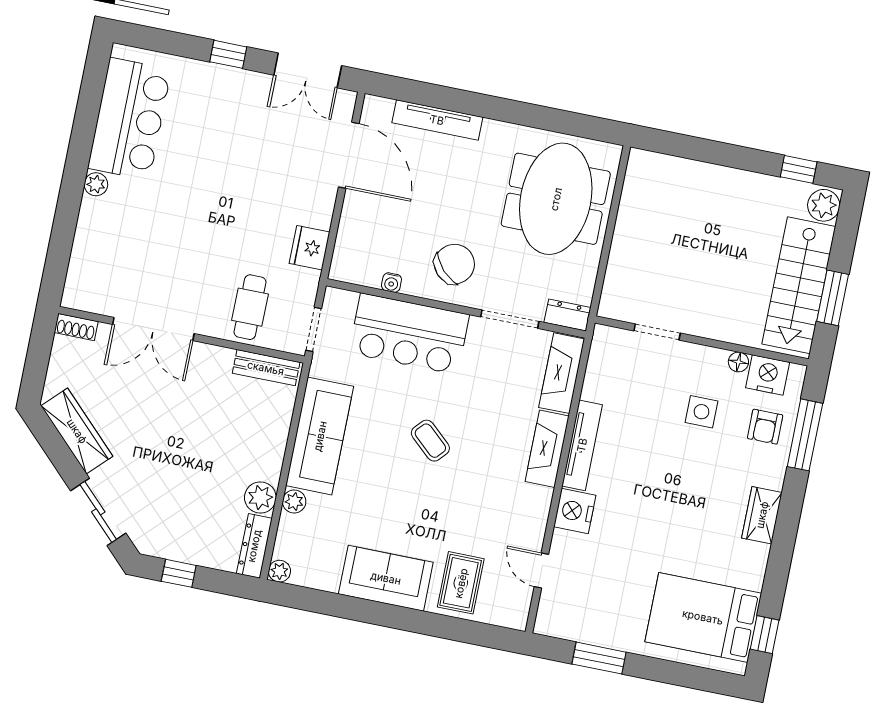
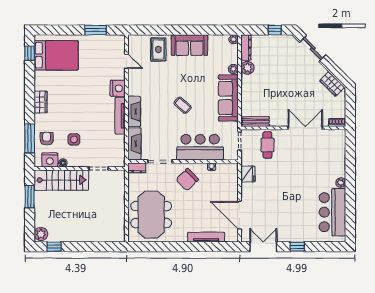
stairs: (799, 285) -> (61, 180), moved, turned 90
wardrobe: (77, 431) -> (332, 84), width x0.67

